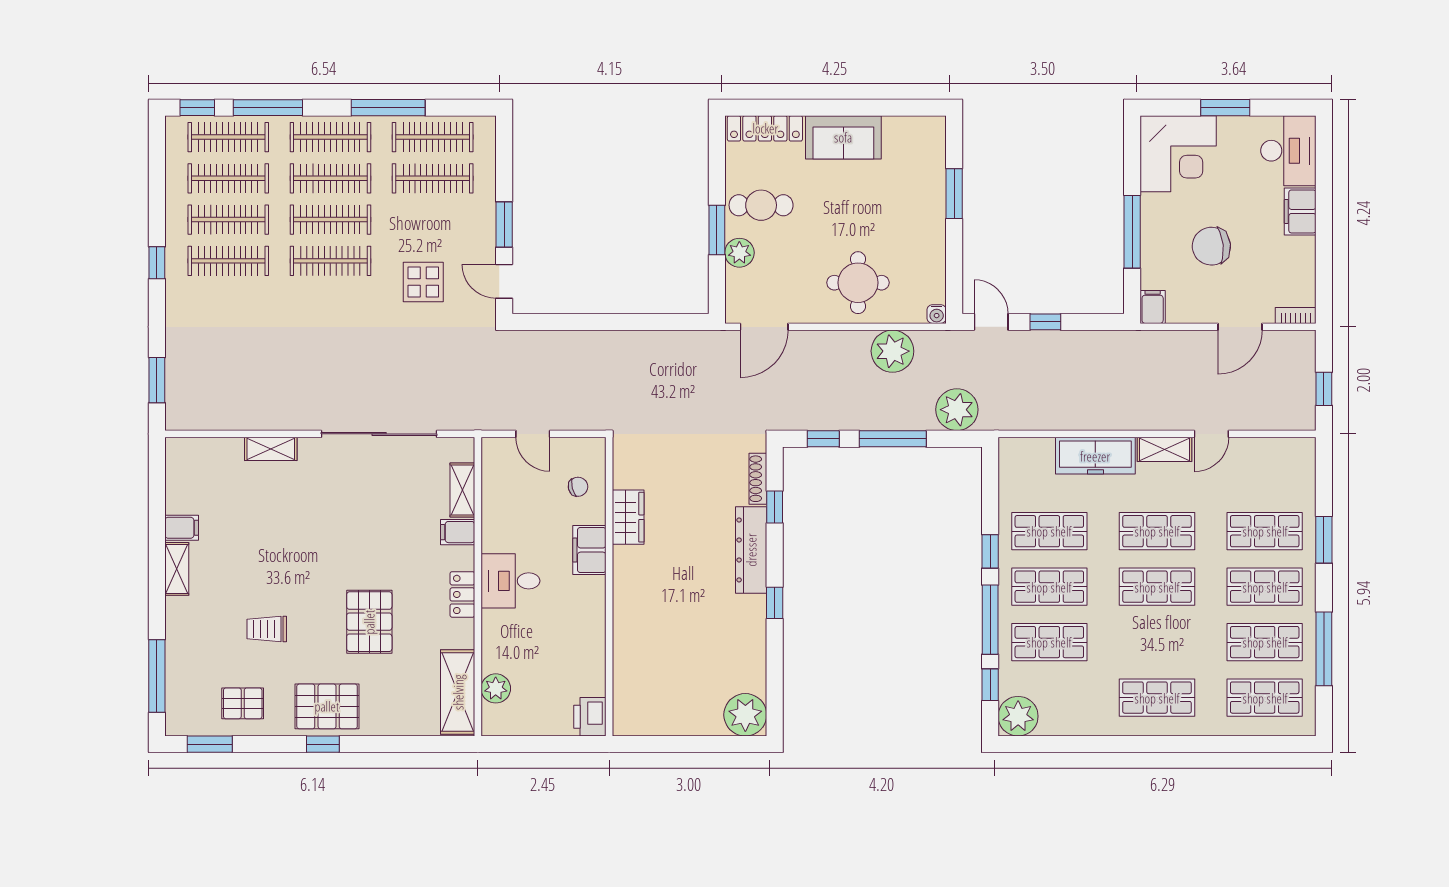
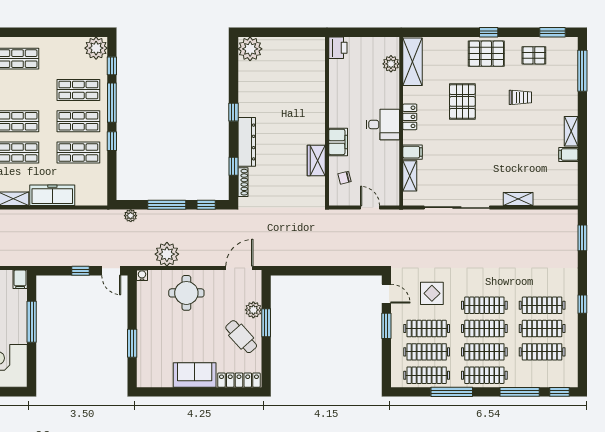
clothes rail: (228, 137) -> (427, 329), moved
cafe table: (761, 205) -> (241, 337), turned 48
plant: (957, 410) -> (131, 216), width x0.53, depth x0.53

